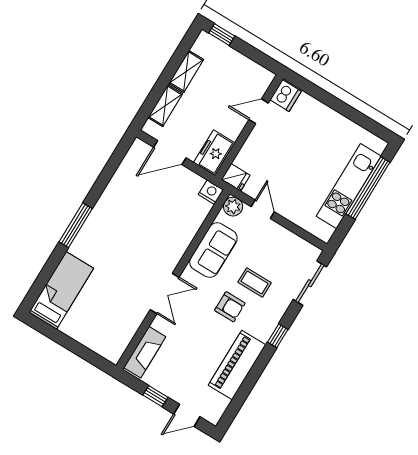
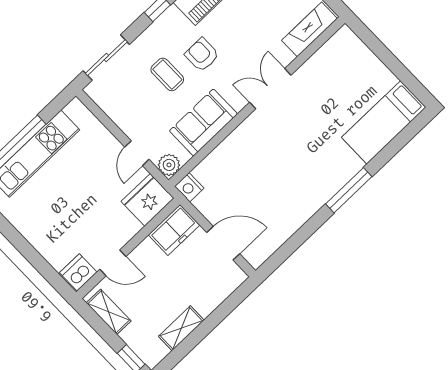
shelving: (165, 106) -> (109, 312), moved, turned 90
fridge: (236, 177) -> (148, 200), width x1.88, depth x1.34

